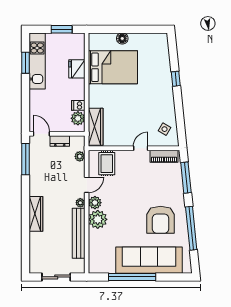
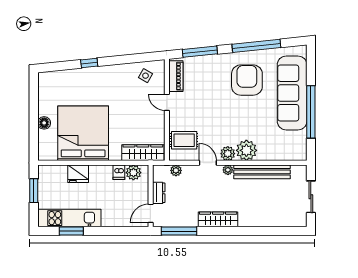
bed: (113, 67) -> (83, 133), width x1.36
wardrobe: (36, 214) -> (218, 219), moved
armchair: (161, 220) -> (247, 80), turned -90

